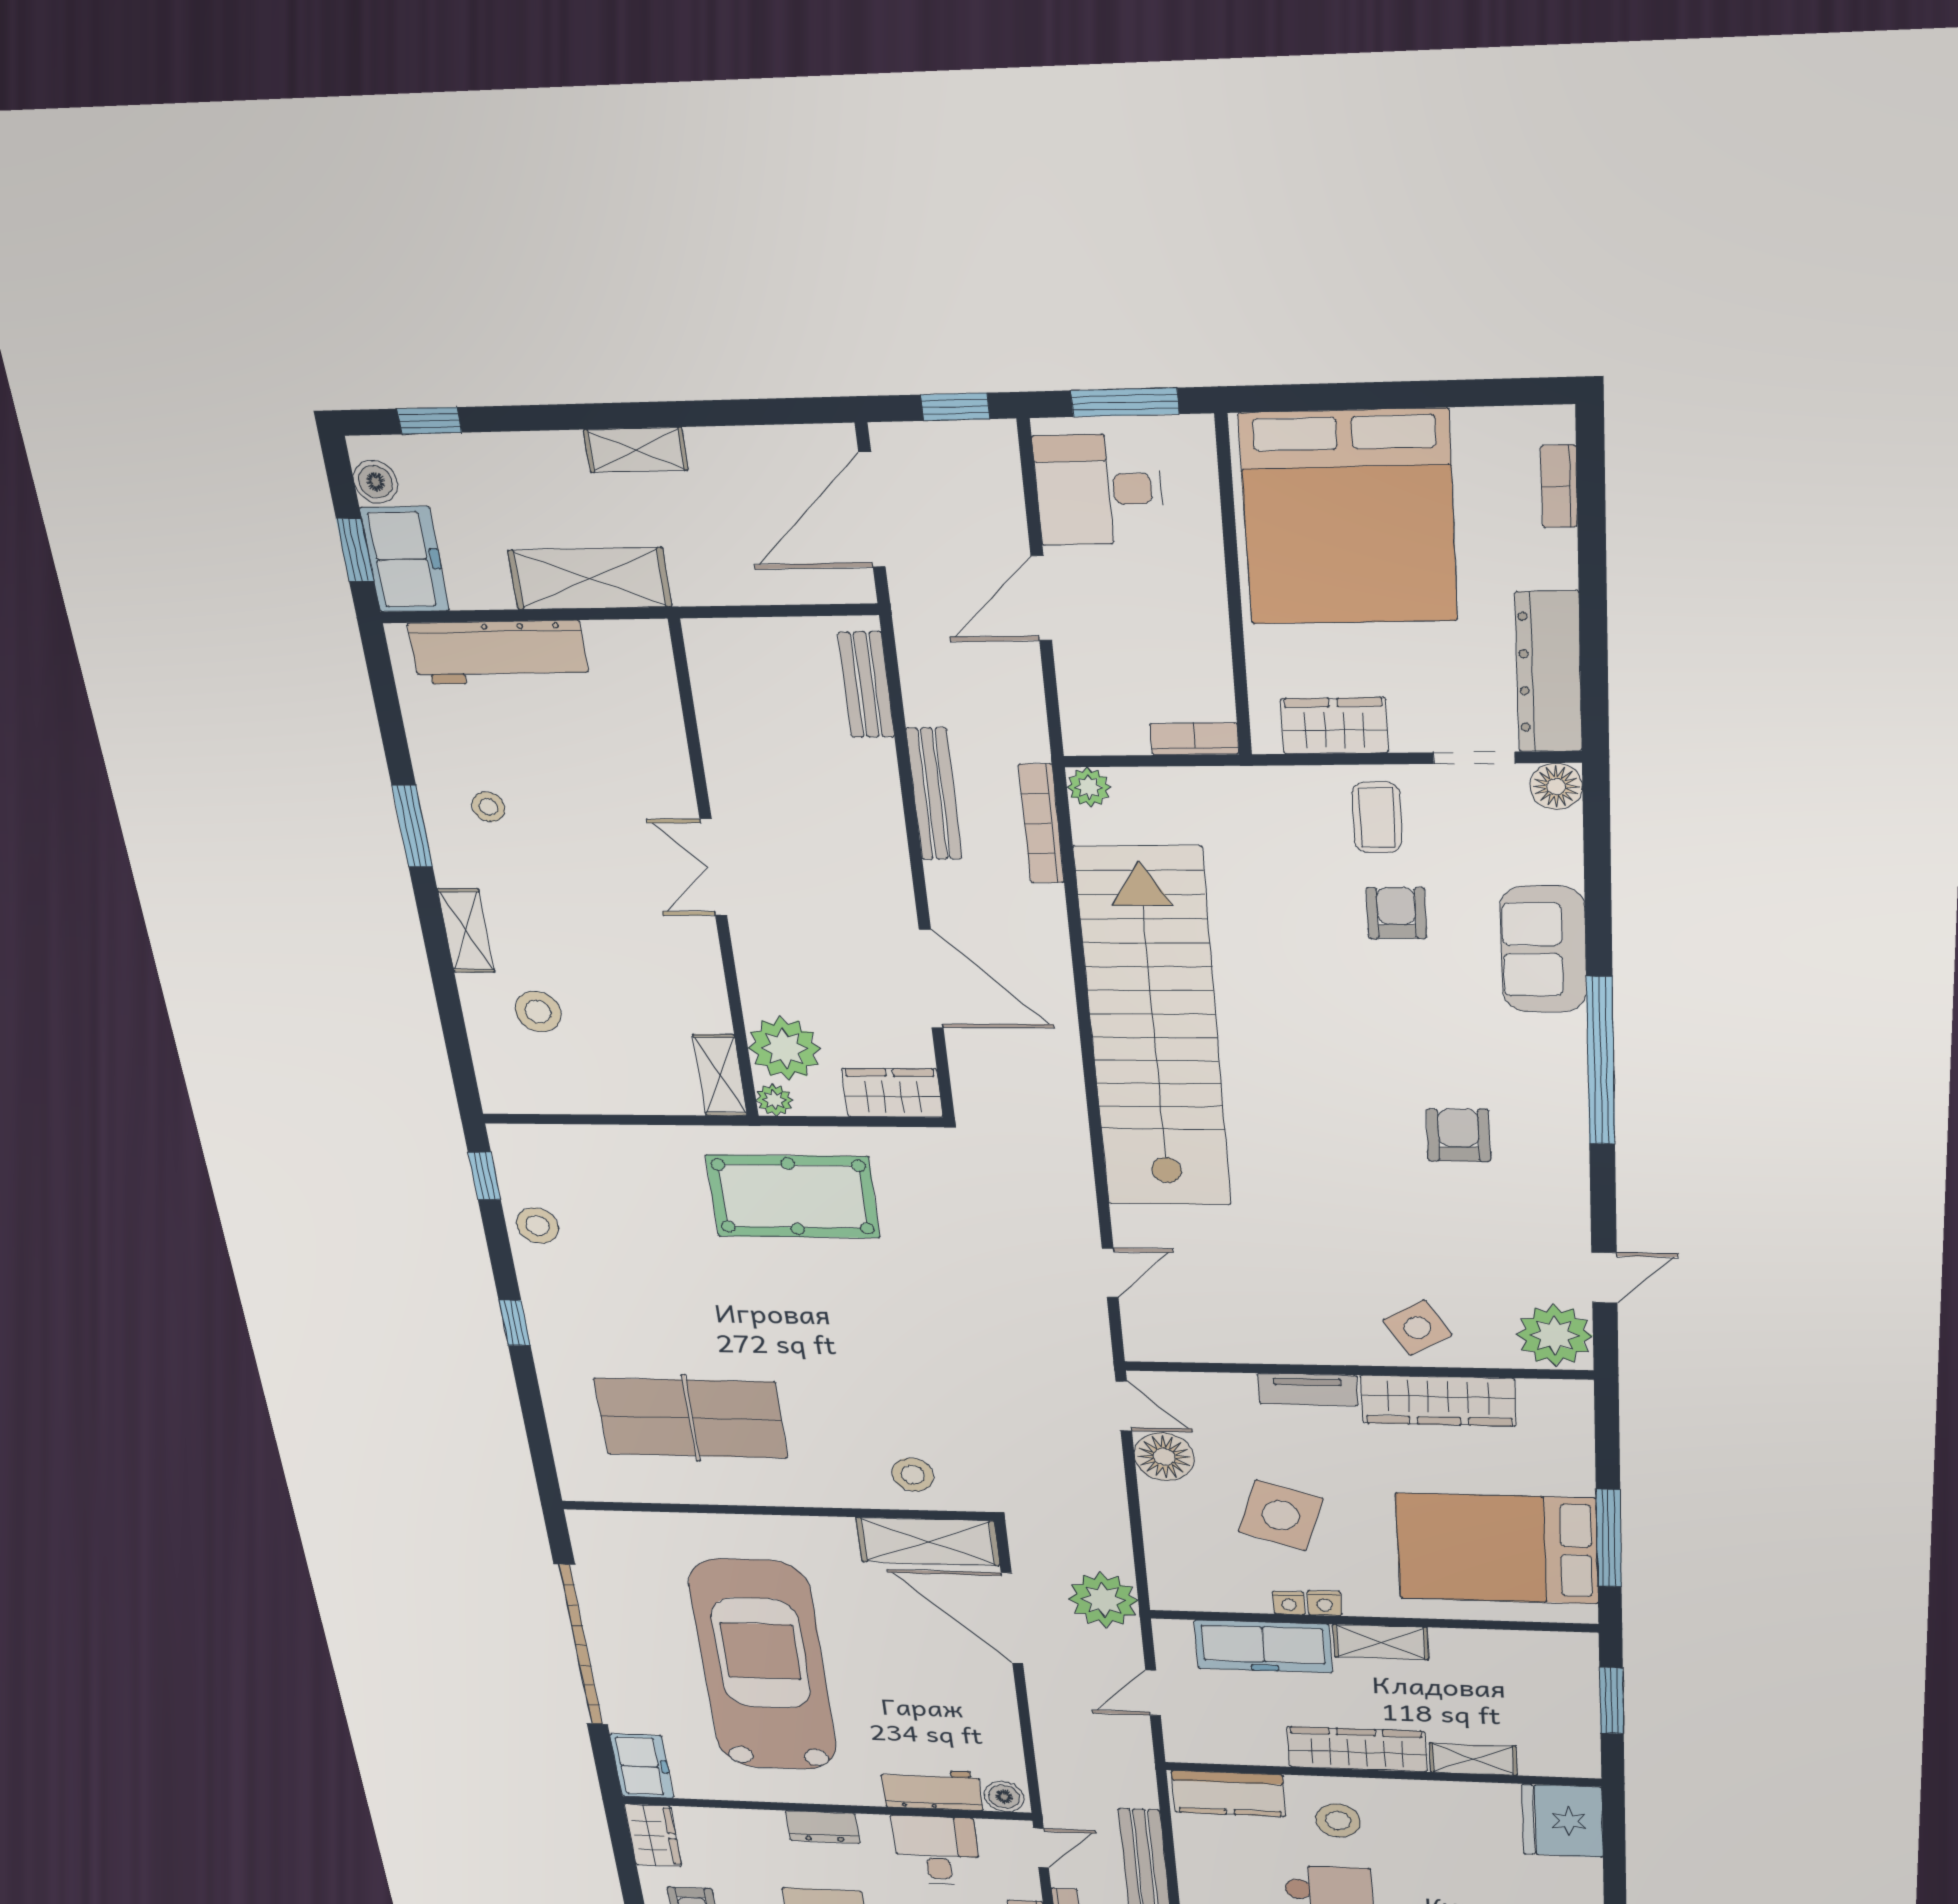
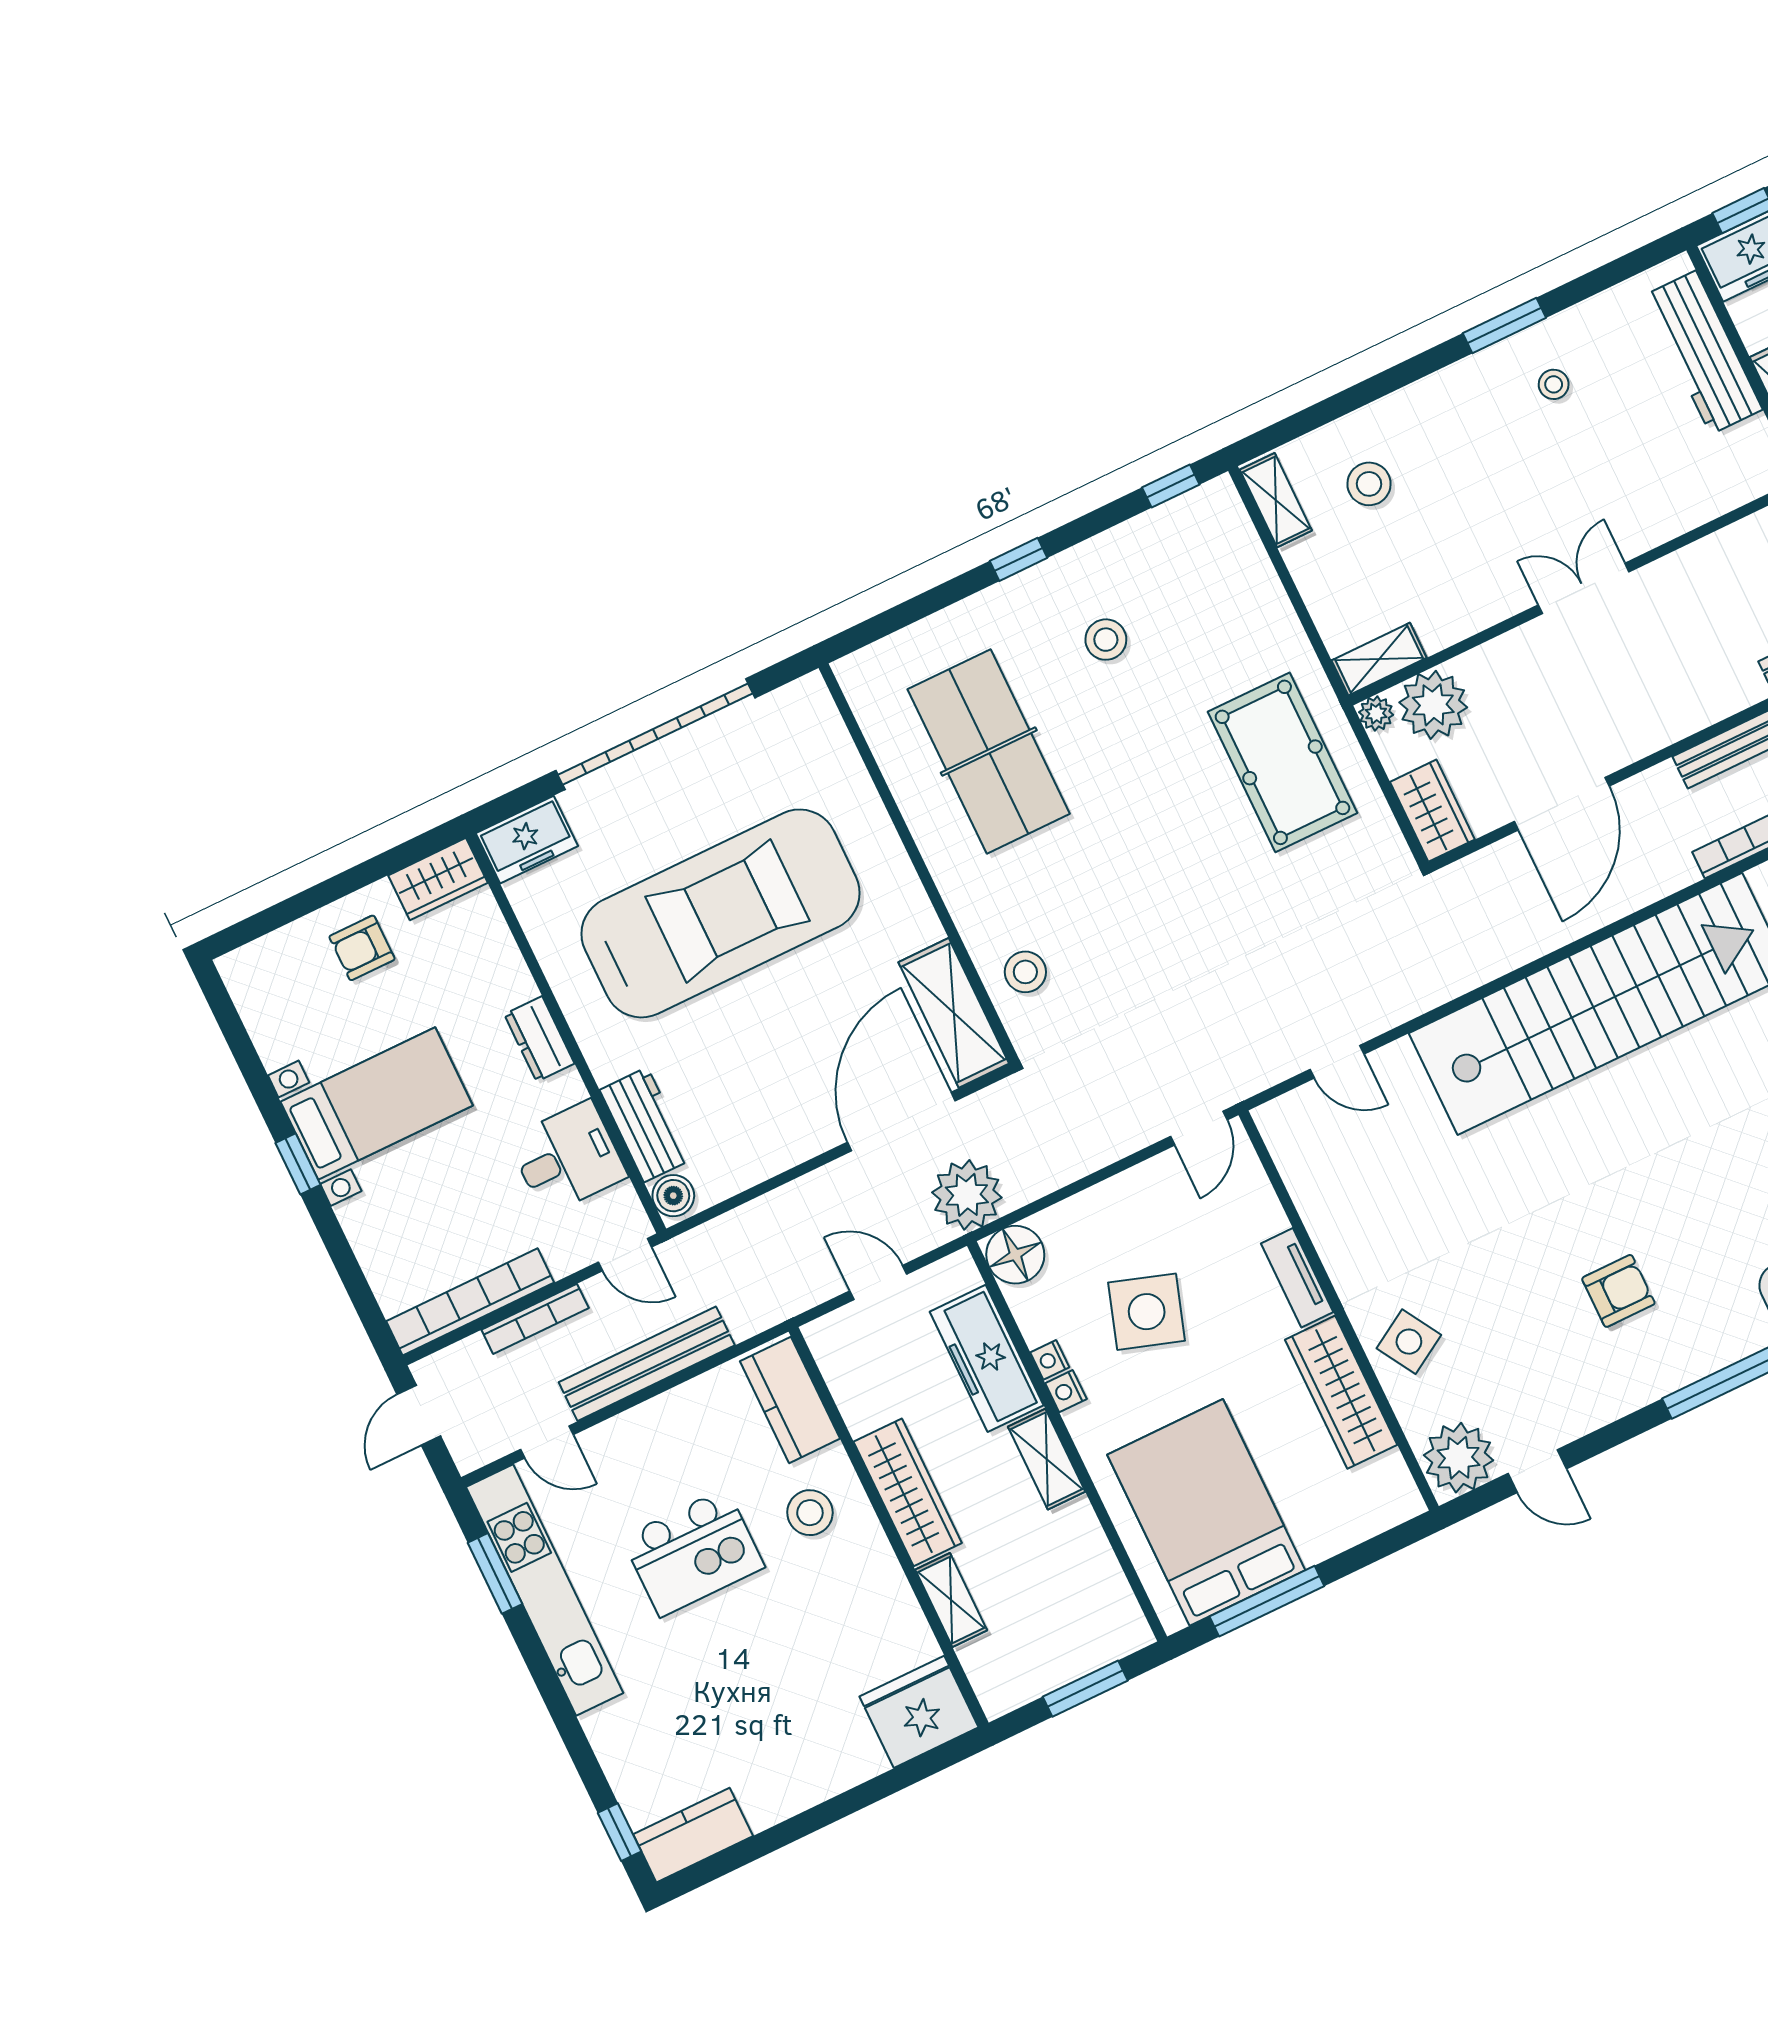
shelving: (466, 931) -> (1276, 500), moved, turned 90
stool: (538, 1226) -> (1106, 640), moved
floor lamp: (1164, 1457) -> (1015, 1255), moved

